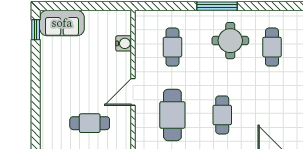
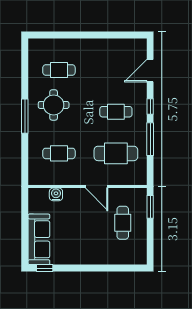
sofa: (62, 23) -> (39, 239), width x1.36

